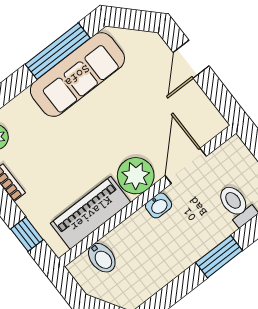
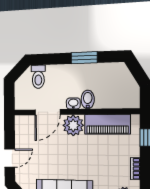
window: (219, 257) -> (84, 58), moved
bidet: (102, 258) -> (88, 99), moved

